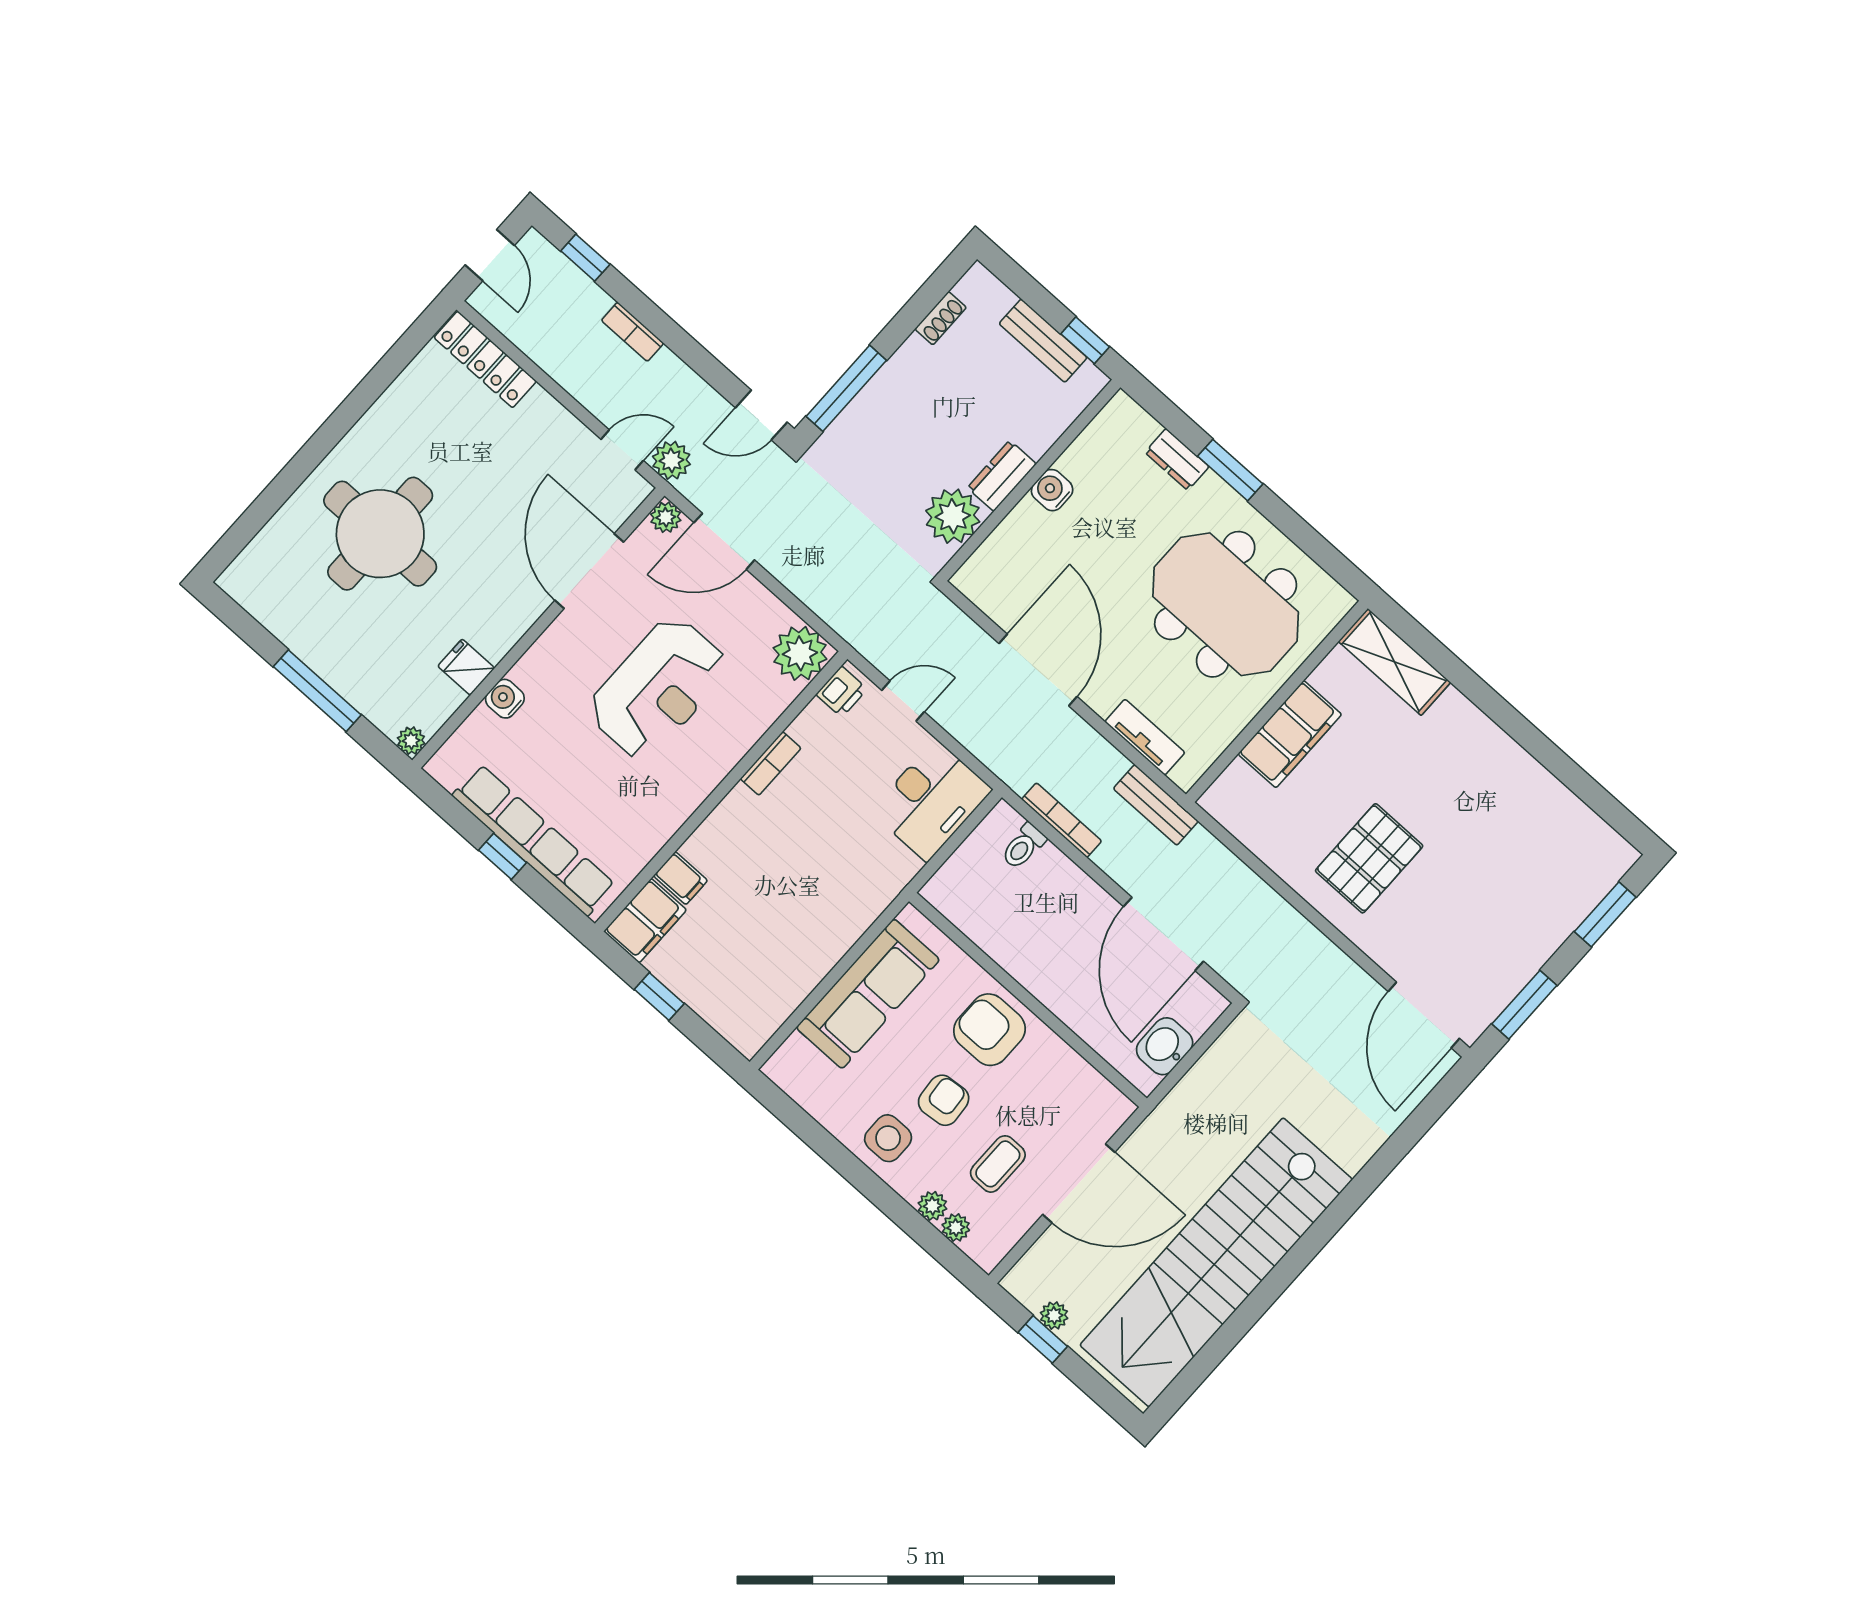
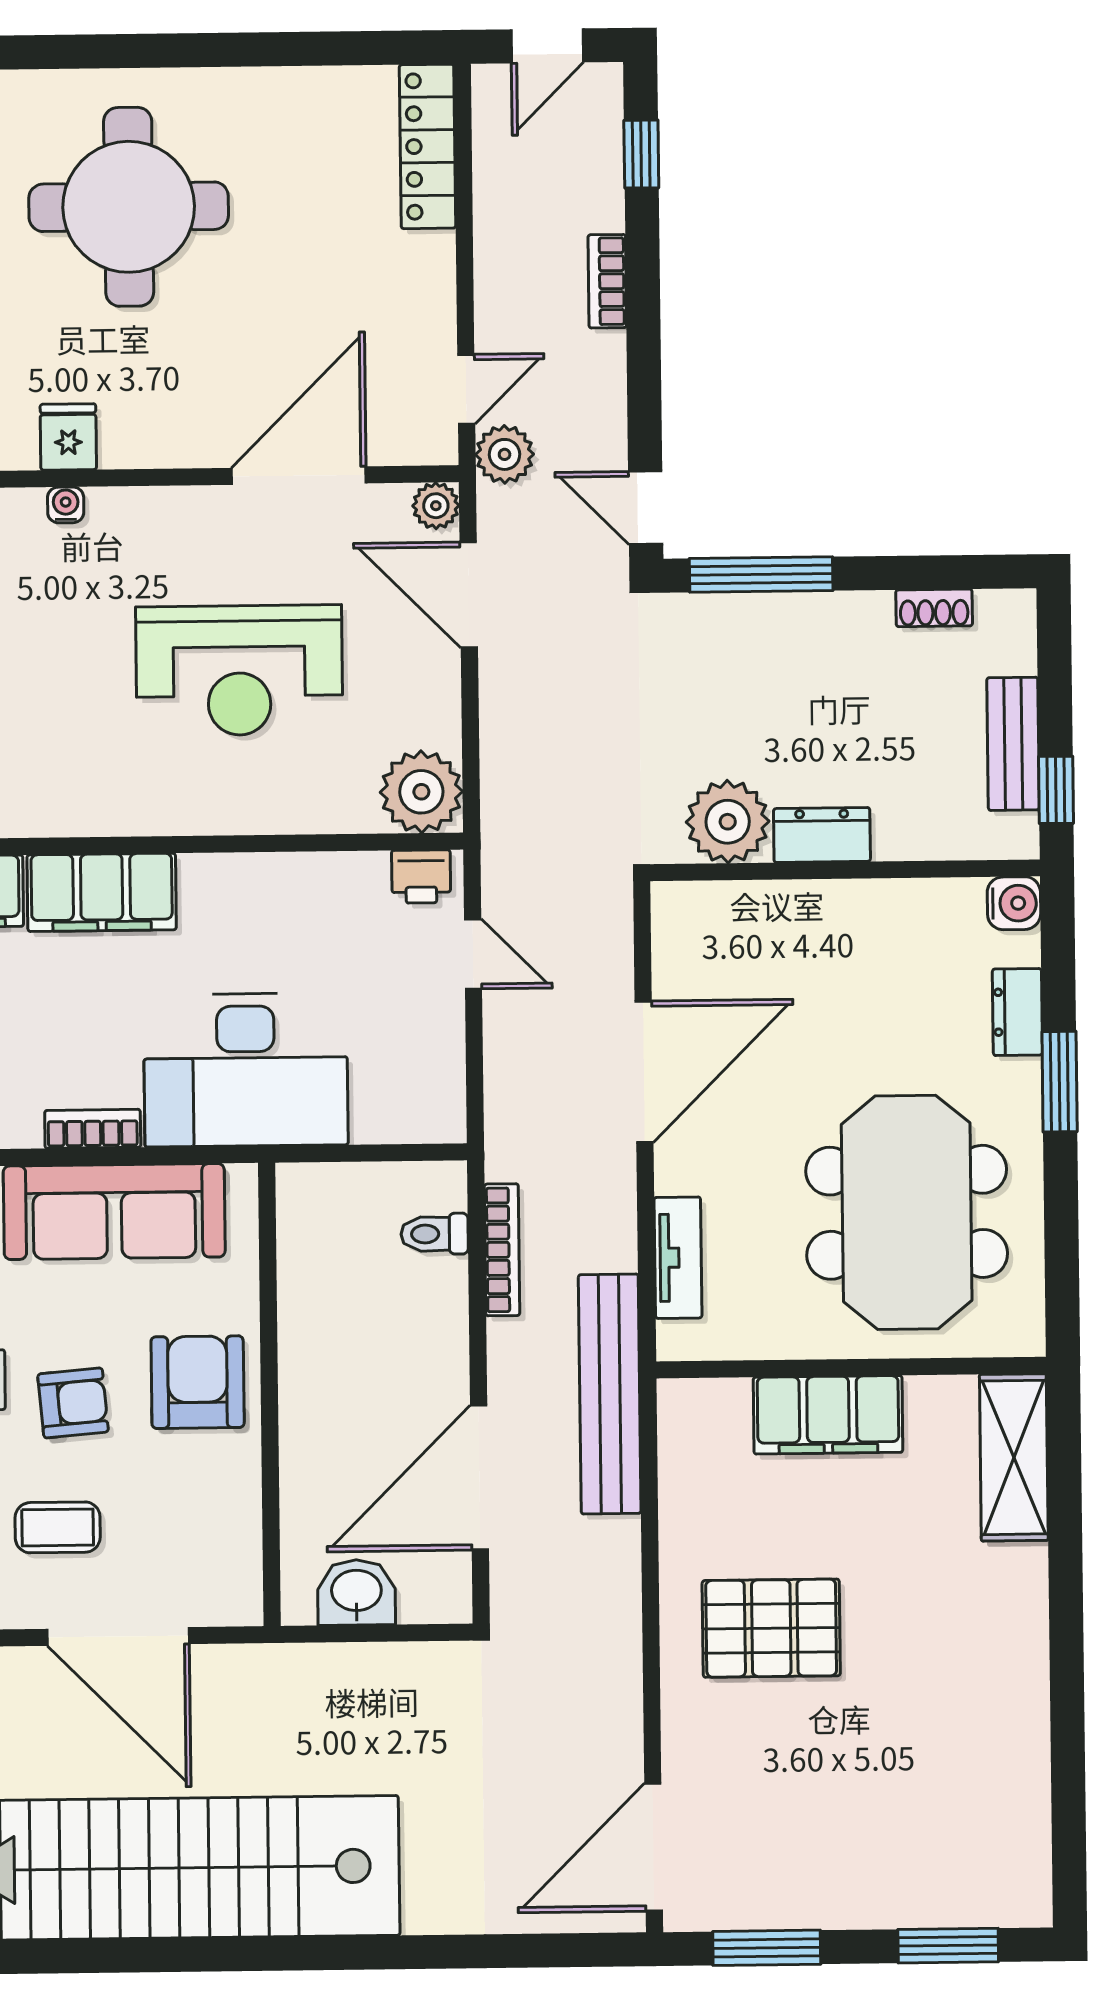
door: (622, 450) -> (466, 389), hinge flipped
water cooler: (1052, 490) -> (1014, 903), moved, turned 90
water cooler: (505, 699) -> (66, 505), width x0.72, depth x0.72
bookcase: (771, 763) -> (93, 1129), moved, turned 180
desk: (931, 800) -> (246, 1070), moved, width x1.36, depth x1.30
bench: (1156, 805) -> (610, 1394), width x1.86, depth x1.21
filing cabinet: (681, 878) -> (102, 892), width x3.00, depth x1.17

